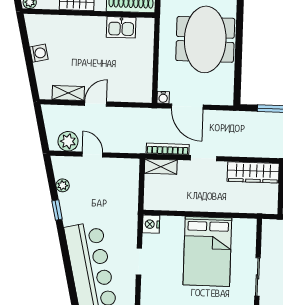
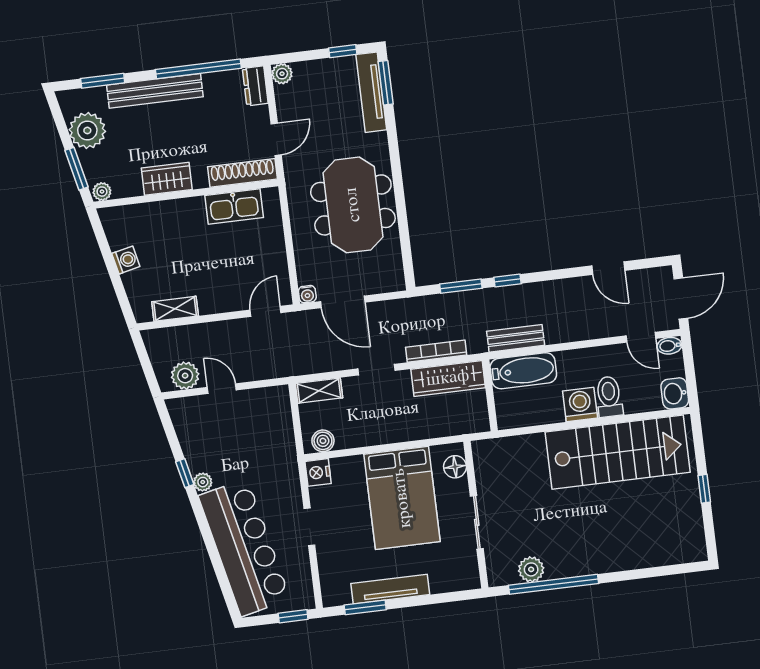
kitchen sink: (121, 27) -> (234, 206), width x1.38
door: (96, 104) -> (266, 311), moved
bookcase: (168, 149) -> (436, 351), moved
plant: (63, 185) -> (203, 482), moved
boiler: (158, 202) -> (323, 441), added
floor lamp: (248, 235) -> (455, 467), added

